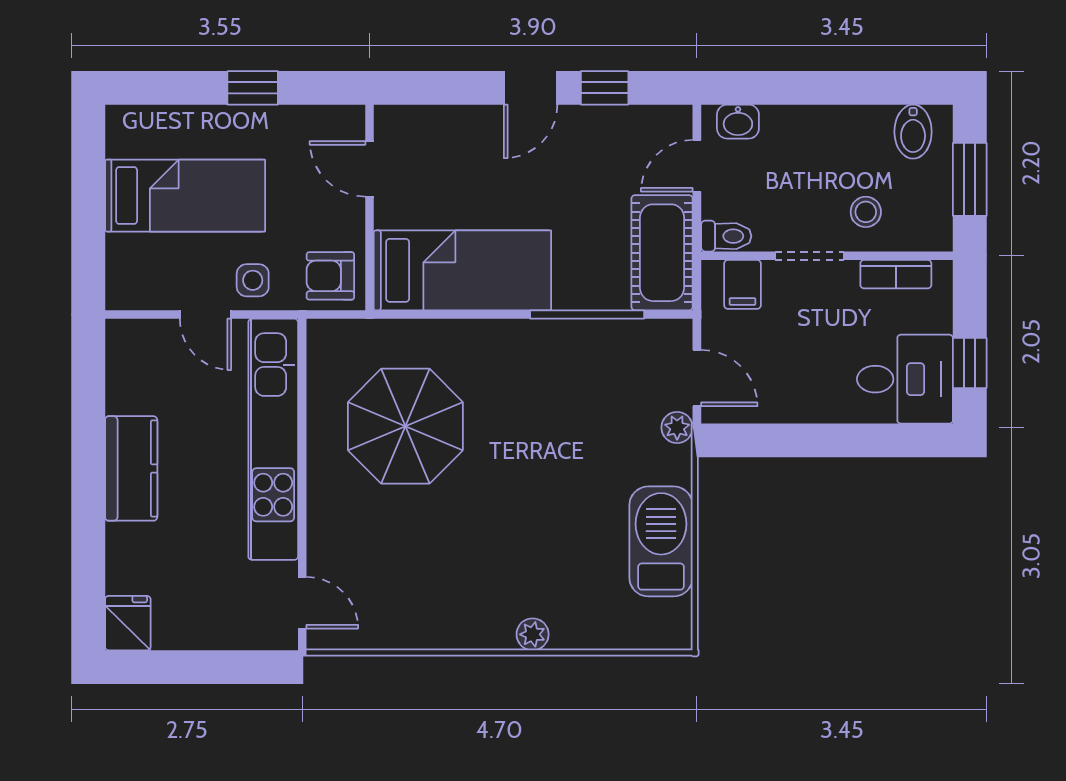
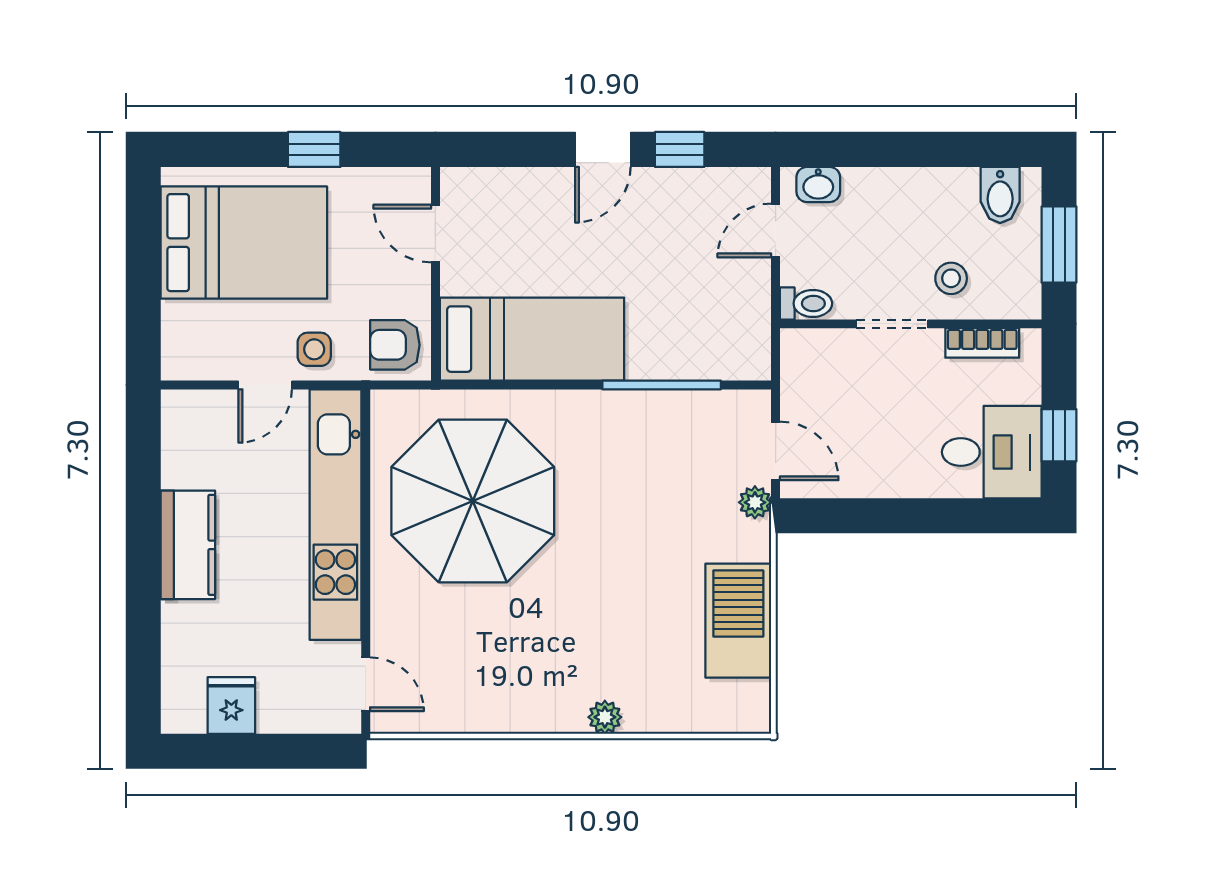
bed: (185, 196) -> (244, 243), width x1.50
cot: (662, 253) -> (739, 321), removed
filing cabinet: (742, 284) -> (823, 354), removed
door: (206, 315) -> (265, 385), hinge flipped
parasol: (405, 426) -> (473, 501), width x1.36, depth x1.36
fridge: (128, 623) -> (231, 705), moved

